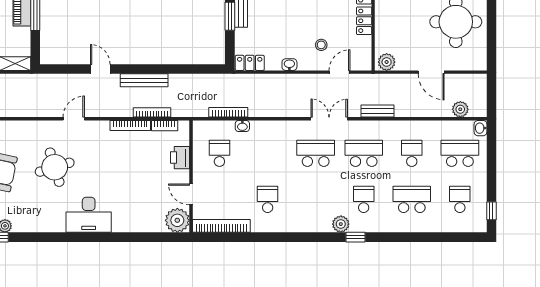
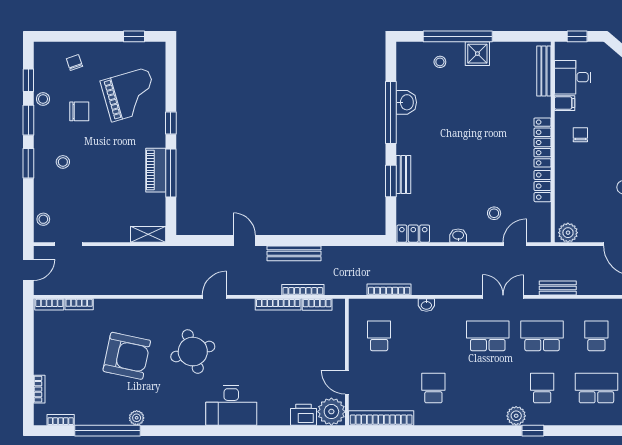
washbasin: (242, 126) -> (426, 305), moved
printer: (180, 158) -> (303, 415), moved, turned 90

